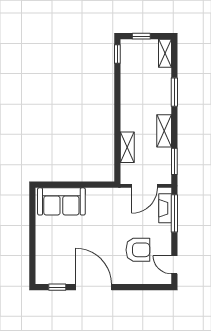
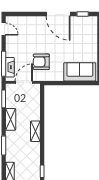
shelving: (127, 147) -> (35, 131), moved
armchair: (138, 250) -> (41, 62), moved

